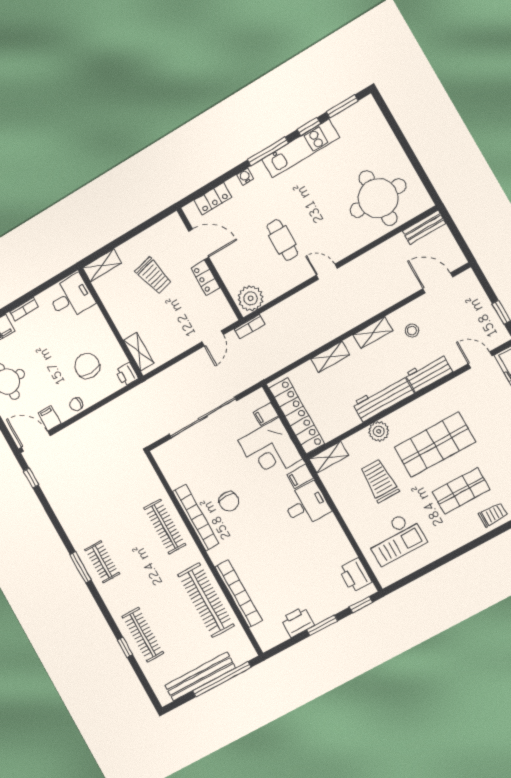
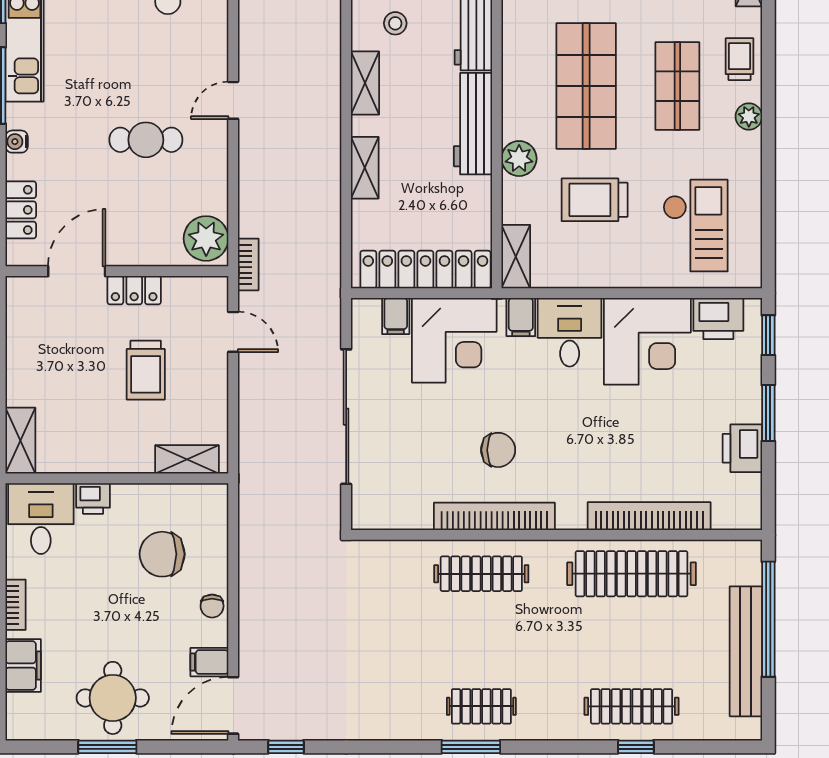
trolley: (154, 276) -> (146, 370), moved, turned 104
printer: (127, 374) -> (93, 498), moved
plant: (466, 535) -> (749, 116), added
corner desk: (324, 546) -> (647, 341), added

